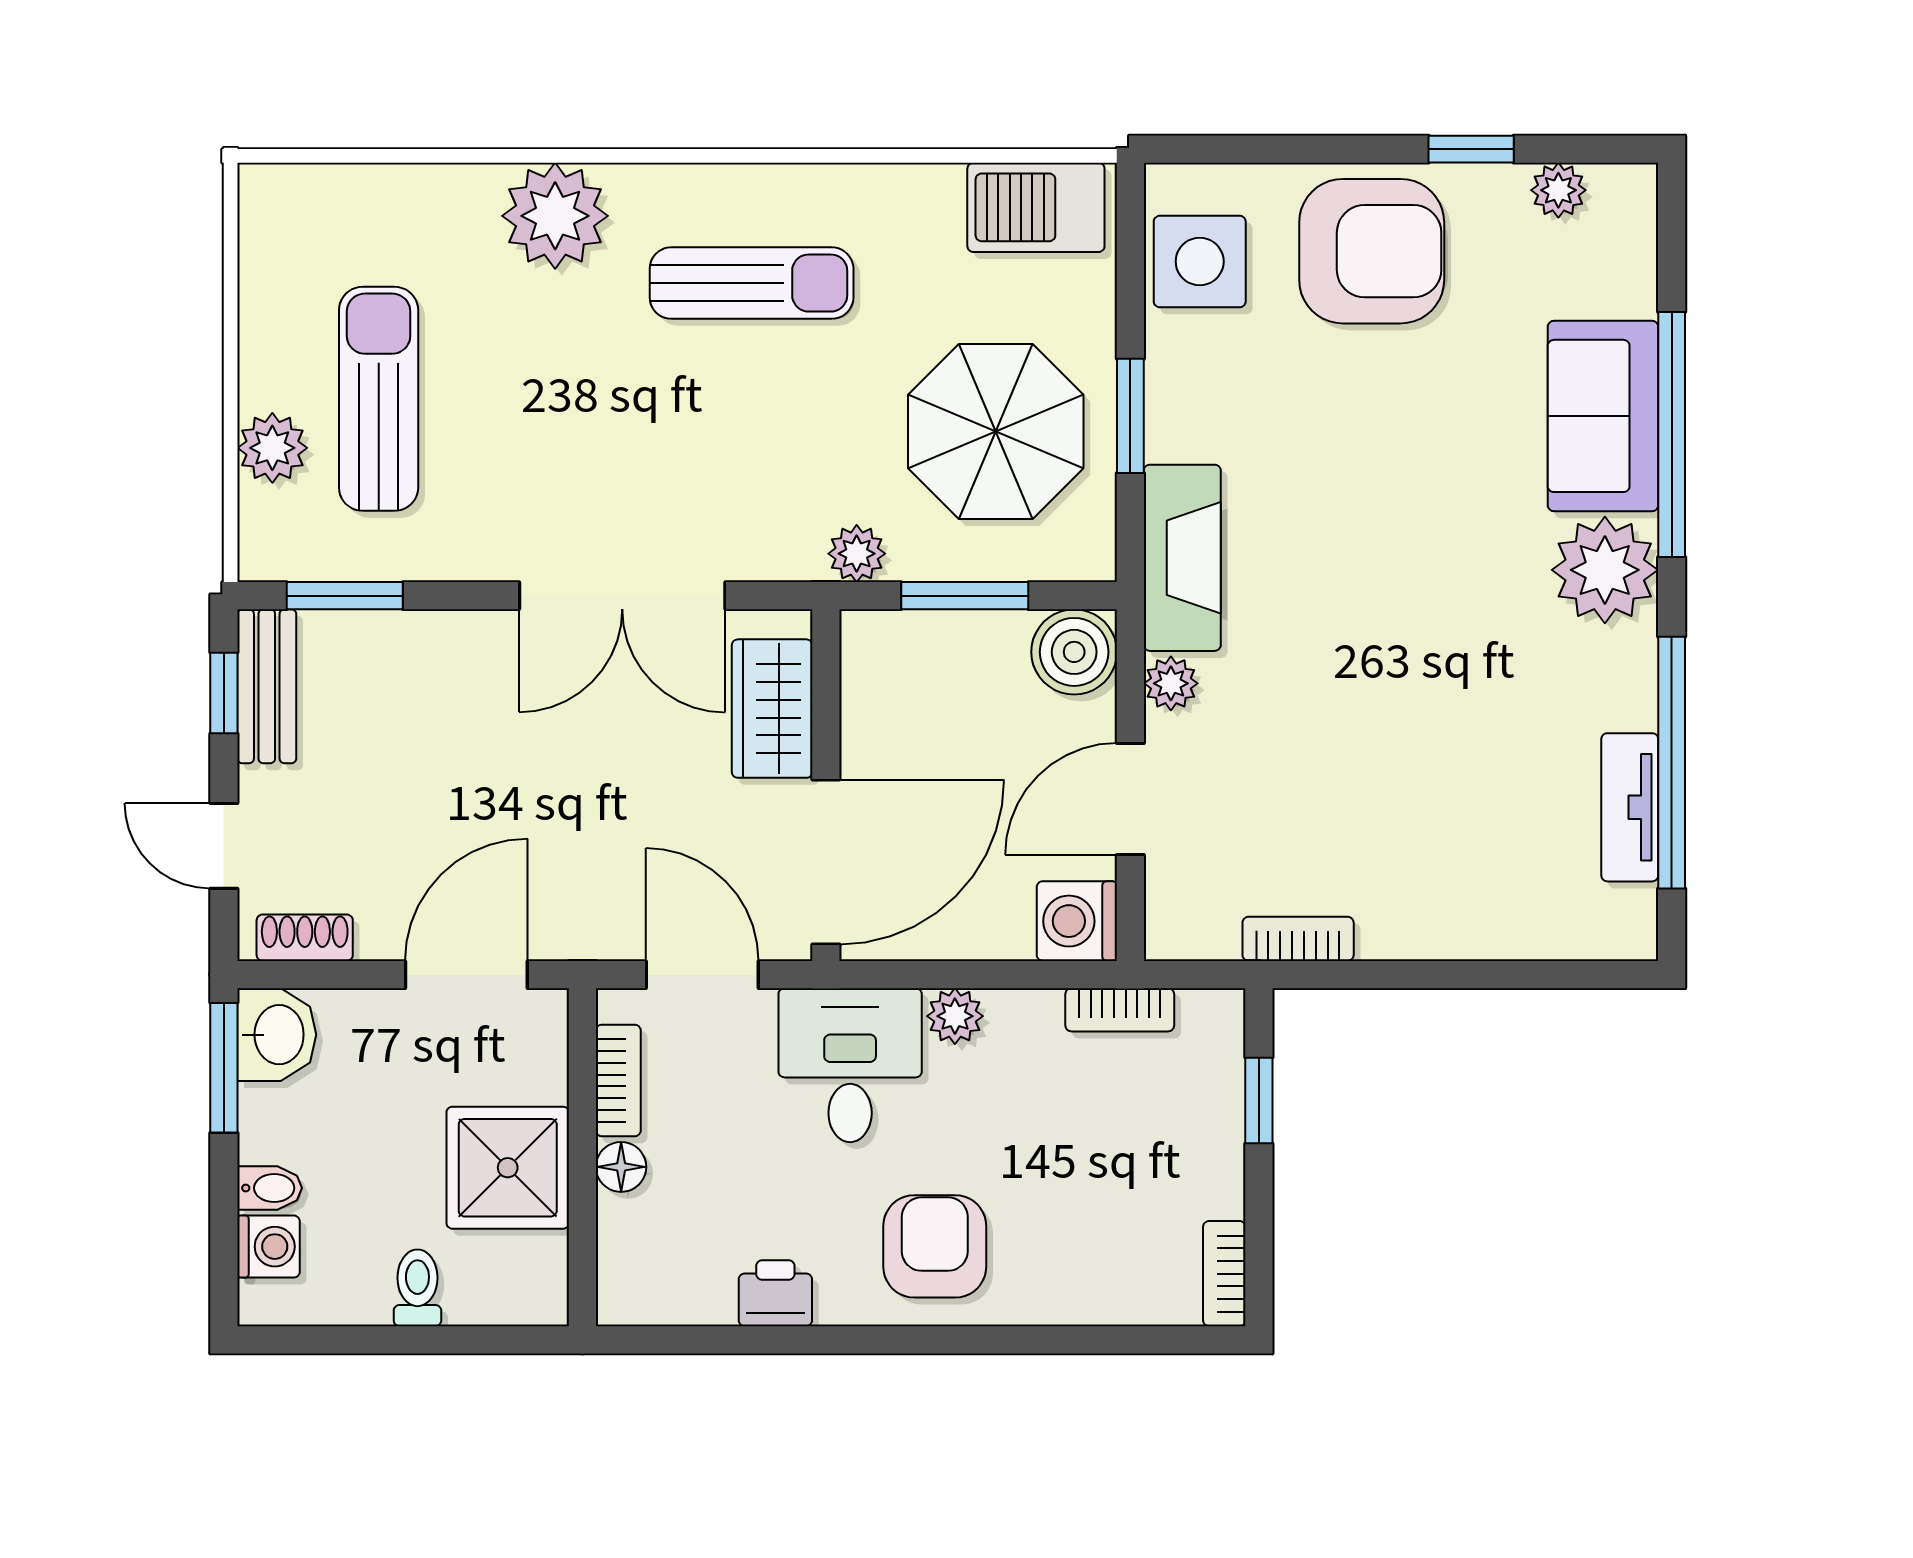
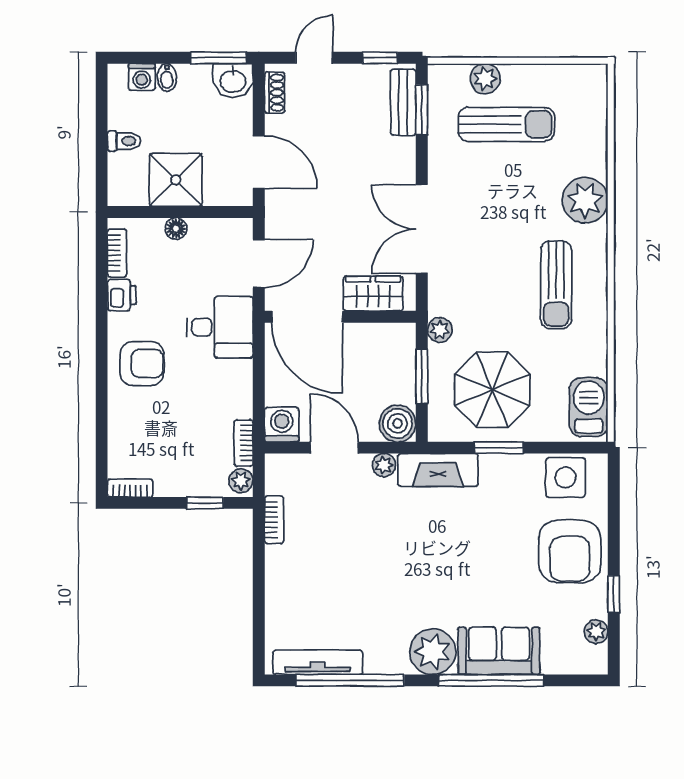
bench: (267, 686) -> (403, 102), moved, turned 90
tv unit: (1630, 807) -> (318, 662), width x1.41
plant: (955, 1016) -> (241, 481), moved
bookcase: (618, 1080) -> (117, 253), moved, turned -90

